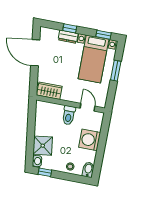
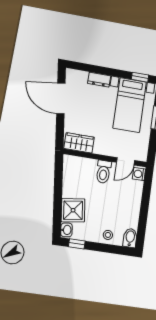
window: (70, 28) -> (101, 70), removed
door: (88, 107) -> (126, 161), swing flipped
washing machine: (90, 140) -> (139, 174), moved, width x0.53, depth x0.53

